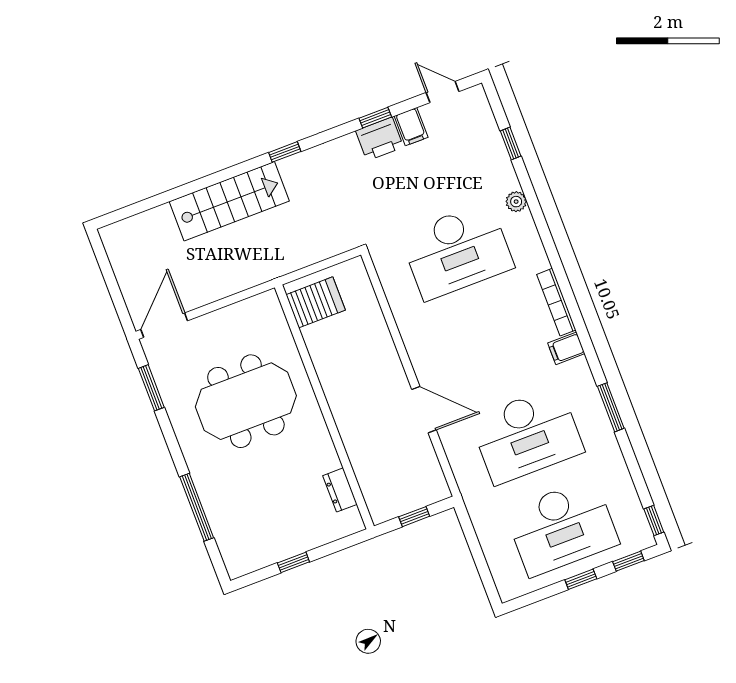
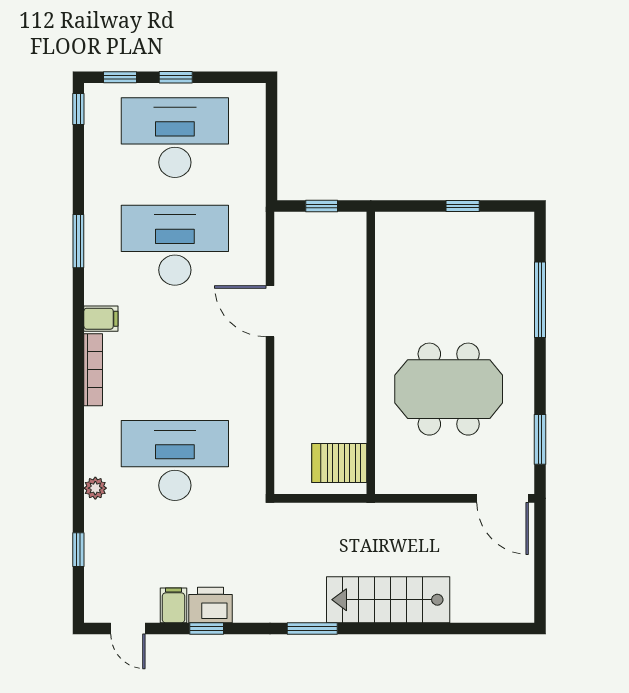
window: (285, 152) -> (312, 628), width x1.50
door: (164, 325) -> (503, 498), hinge flipped
dresser: (340, 490) -> (387, 262), removed

